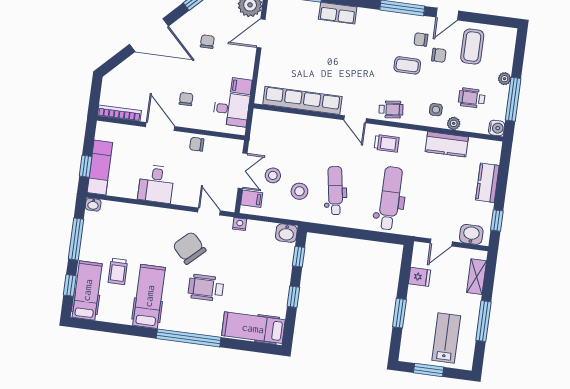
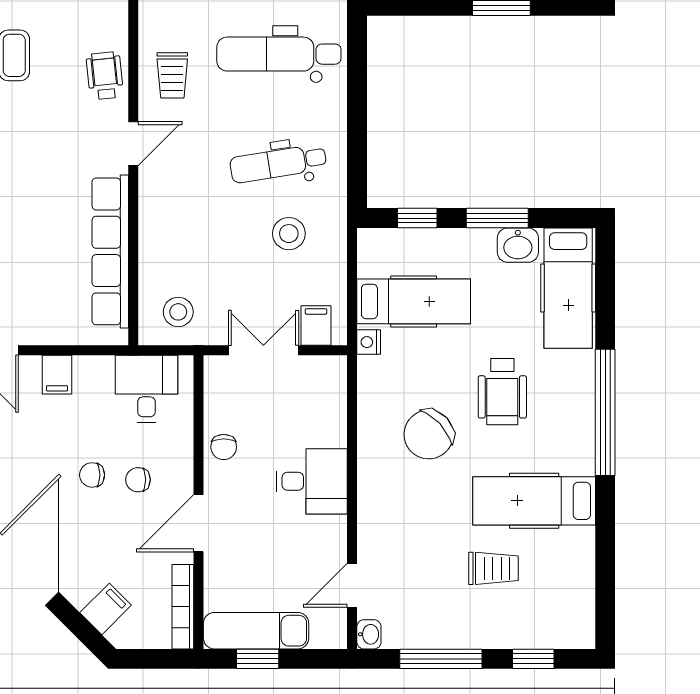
chair: (207, 42) -> (92, 475), moved
filing cabinet: (123, 74) -> (106, 609), added
filing cabinet: (241, 86) -> (57, 375), moved
trolley: (387, 143) -> (172, 75), turned 180
window: (86, 166) -> (258, 659), moved
exam couch: (100, 168) -> (256, 631), moved
stool: (273, 175) -> (178, 312), moved
desk: (156, 184) -> (312, 481), moved
door: (209, 211) -> (352, 585), moved
washbasin: (286, 233) -> (518, 245), moved, turned 90
hospital bed: (87, 290) -> (414, 301), moved, turned 180
window: (293, 297) -> (497, 218), width x1.50

